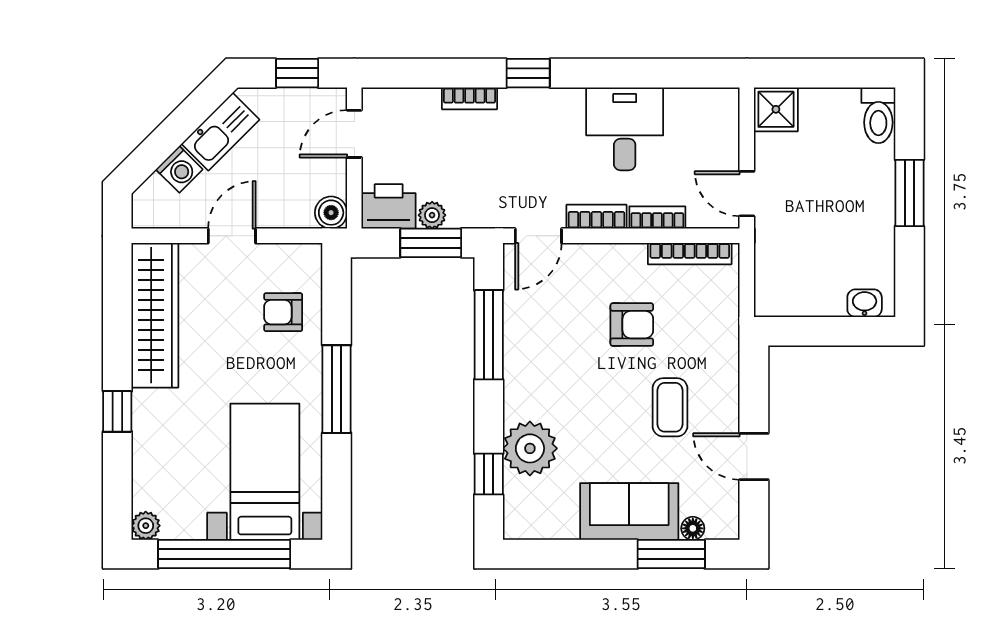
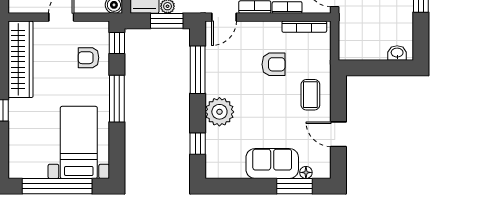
window: (337, 284) -> (117, 43), added
coffee table: (670, 407) -> (310, 95), moved
plant: (530, 448) -> (219, 112), moved
plant: (146, 526) -> (16, 171), removed

